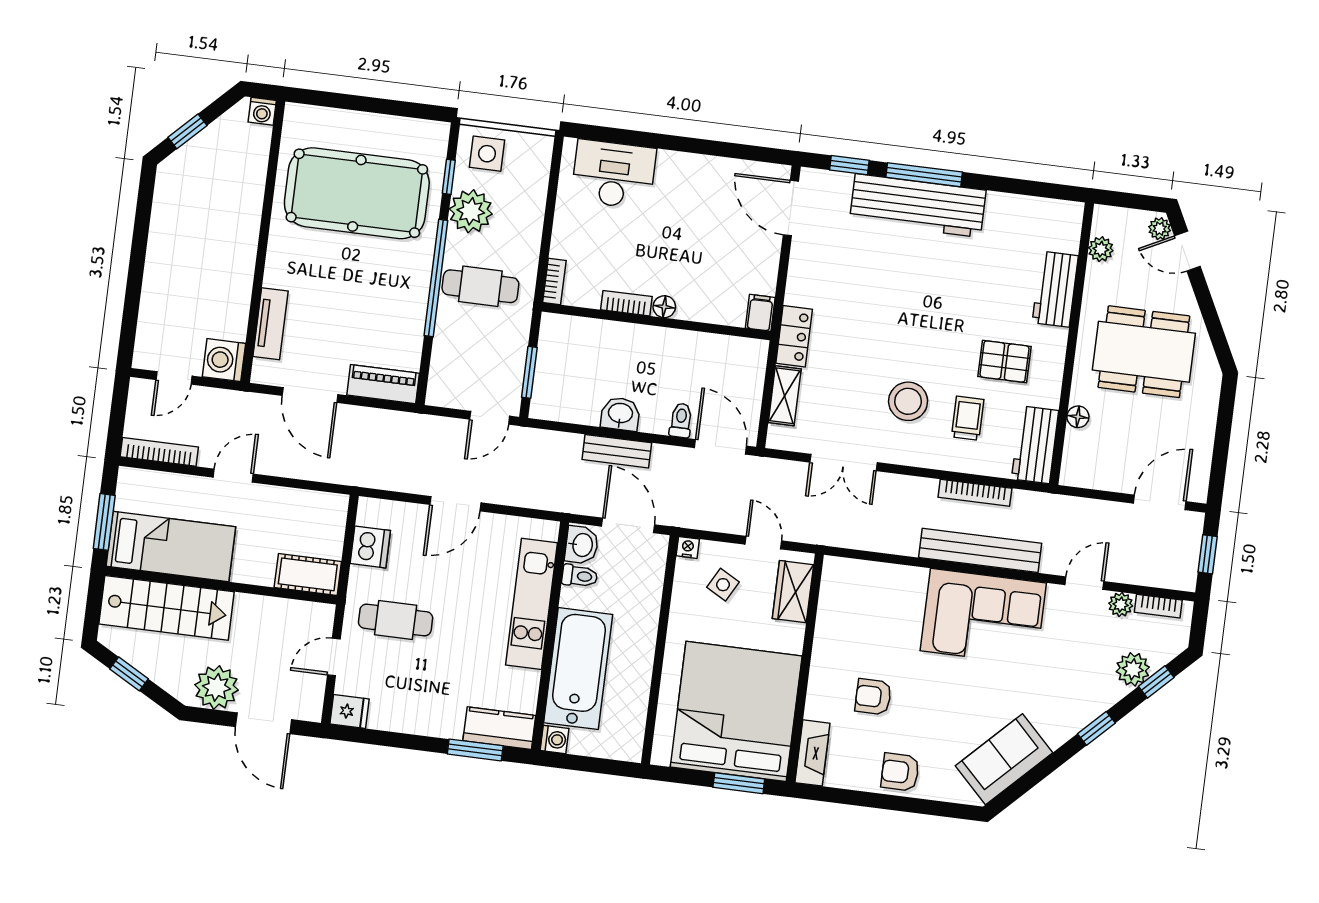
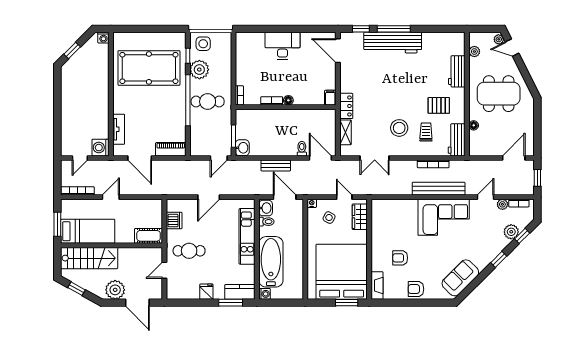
desk: (614, 174) -> (283, 46), moved
washbasin: (620, 414) -> (242, 148), moved, turned 90
fridge: (349, 711) -> (206, 292), moved, turned -90

